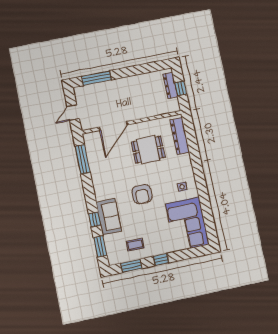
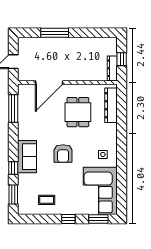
window: (97, 78) -> (55, 33), moved
dresser: (170, 85) -> (112, 68), moved
dining table: (148, 150) -> (78, 112), turned 90
sofa: (109, 217) -> (27, 157), moved
window: (131, 266) -> (98, 219), moved

